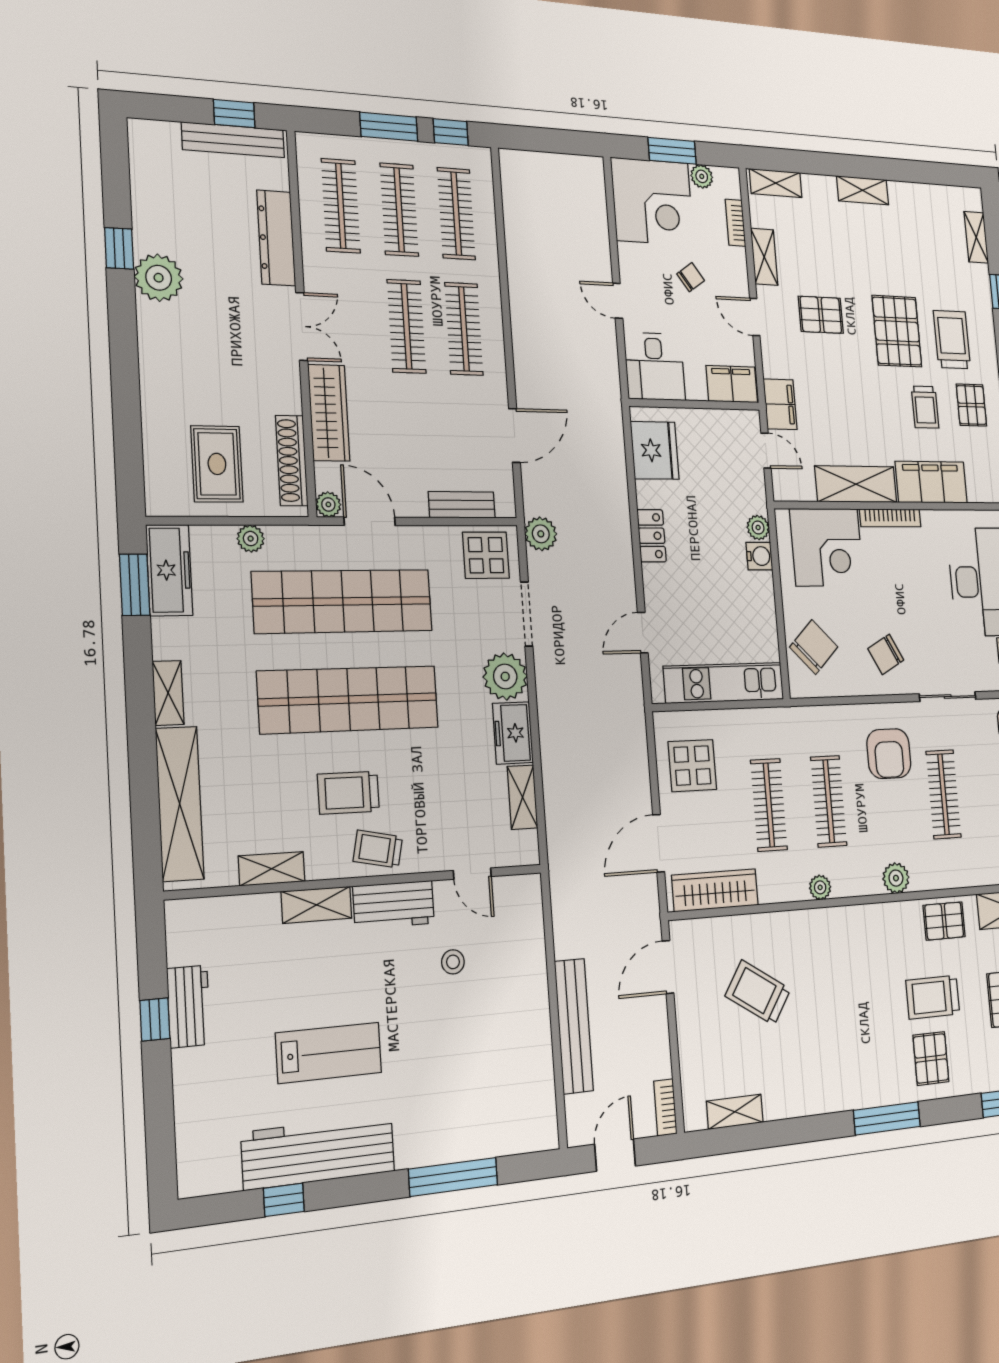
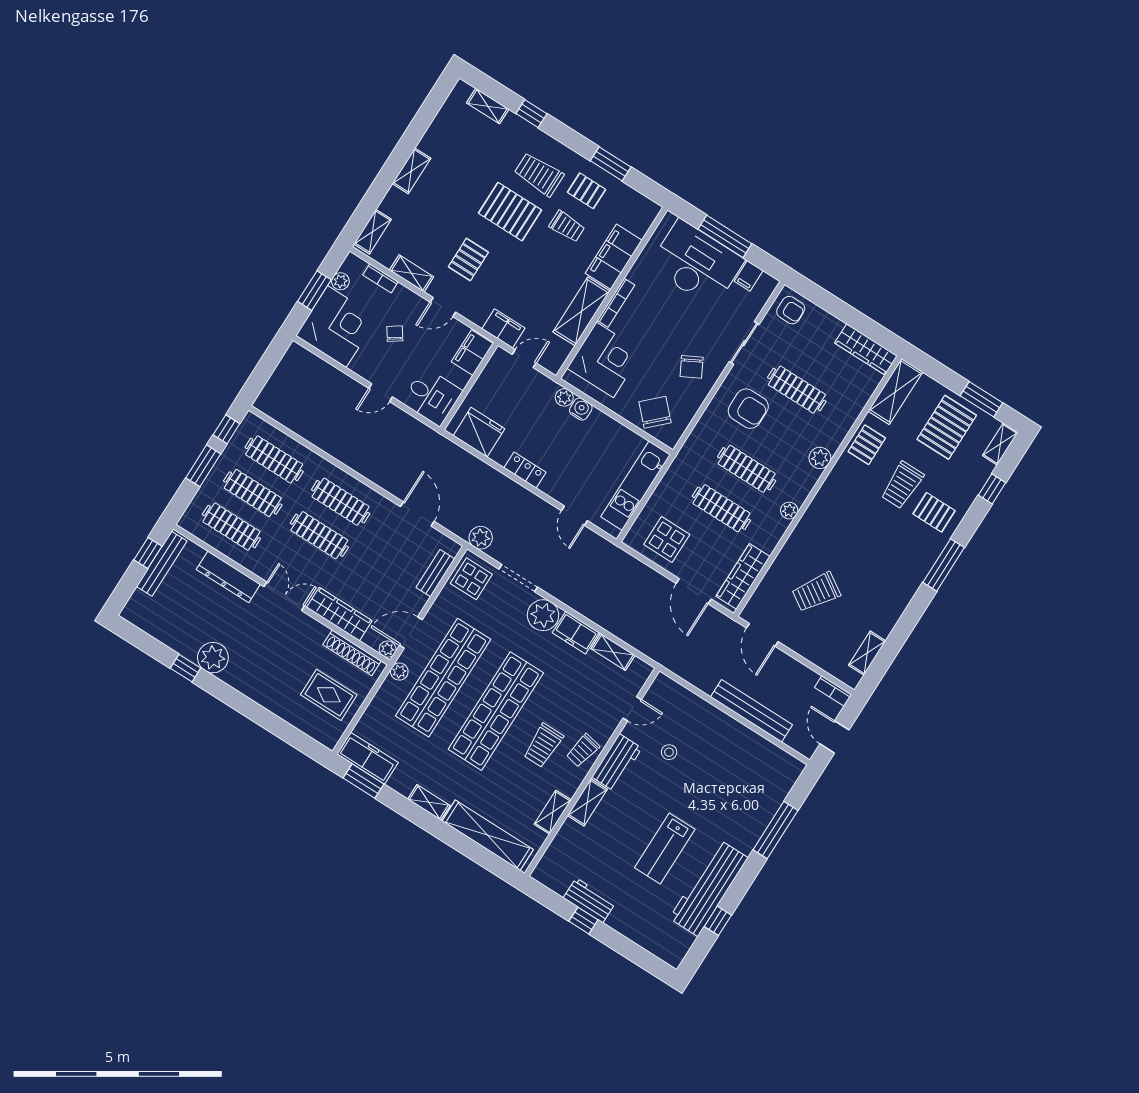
plant: (251, 539) -> (399, 672), moved
lab bench: (329, 1053) -> (665, 848), turned 180

